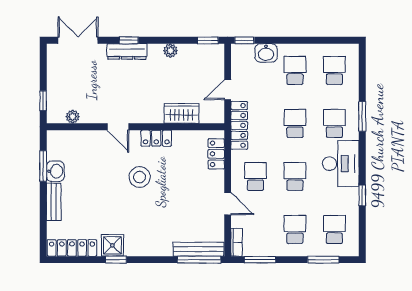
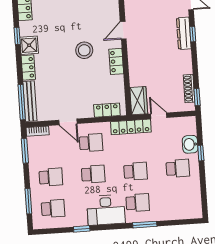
window: (244, 40) -> (201, 153), moved
shoe rack: (196, 50) -> (189, 88), added
plant: (170, 51) -> (187, 68), removed
school desk: (334, 70) -> (180, 200), removed
wardrobe: (181, 113) -> (139, 101), moved
door: (228, 204) -> (68, 122), hinge flipped
shower: (112, 245) -> (29, 45), moved
locker: (156, 249) -> (28, 68), added

